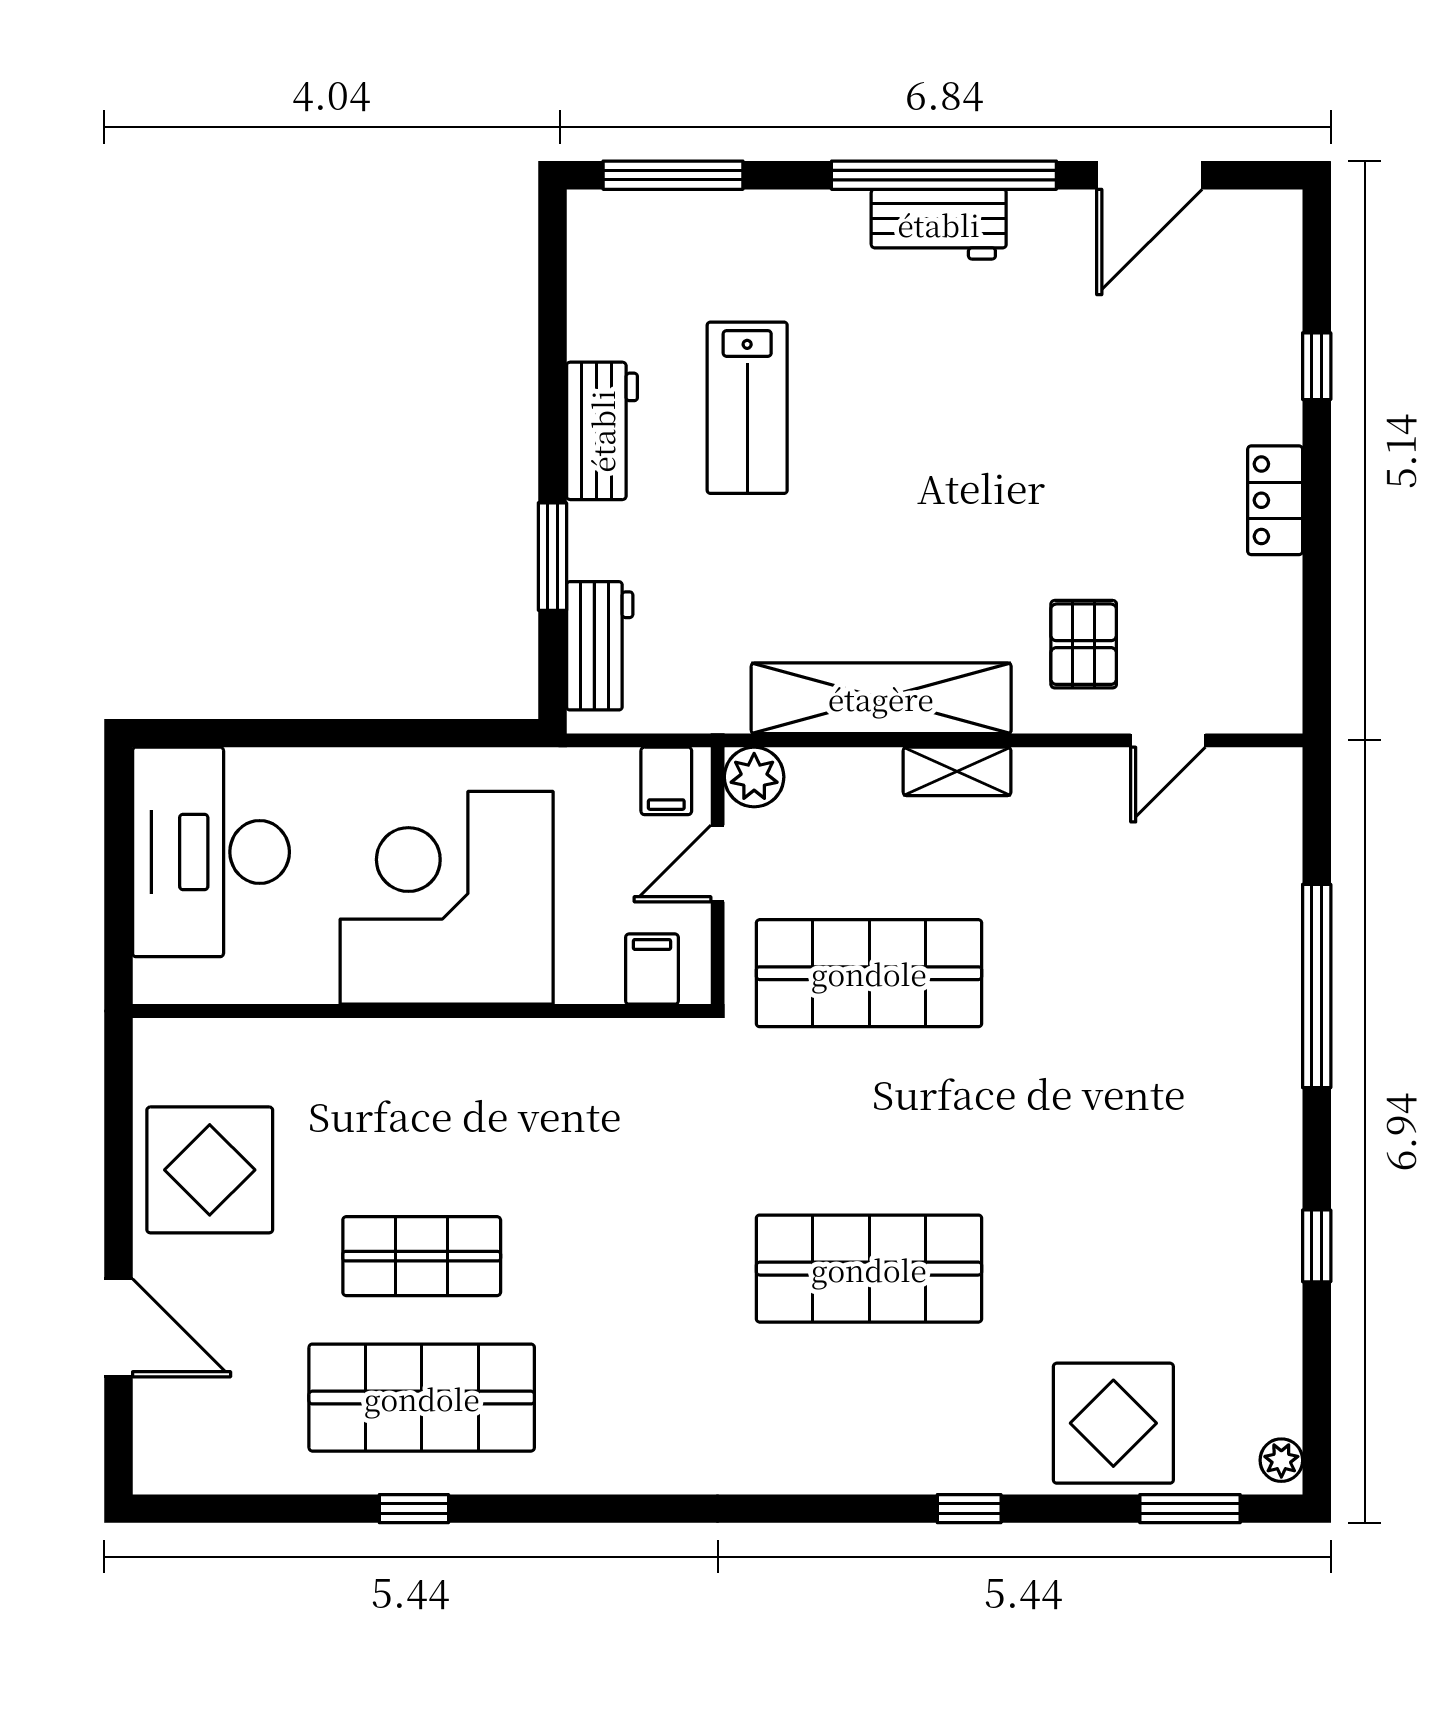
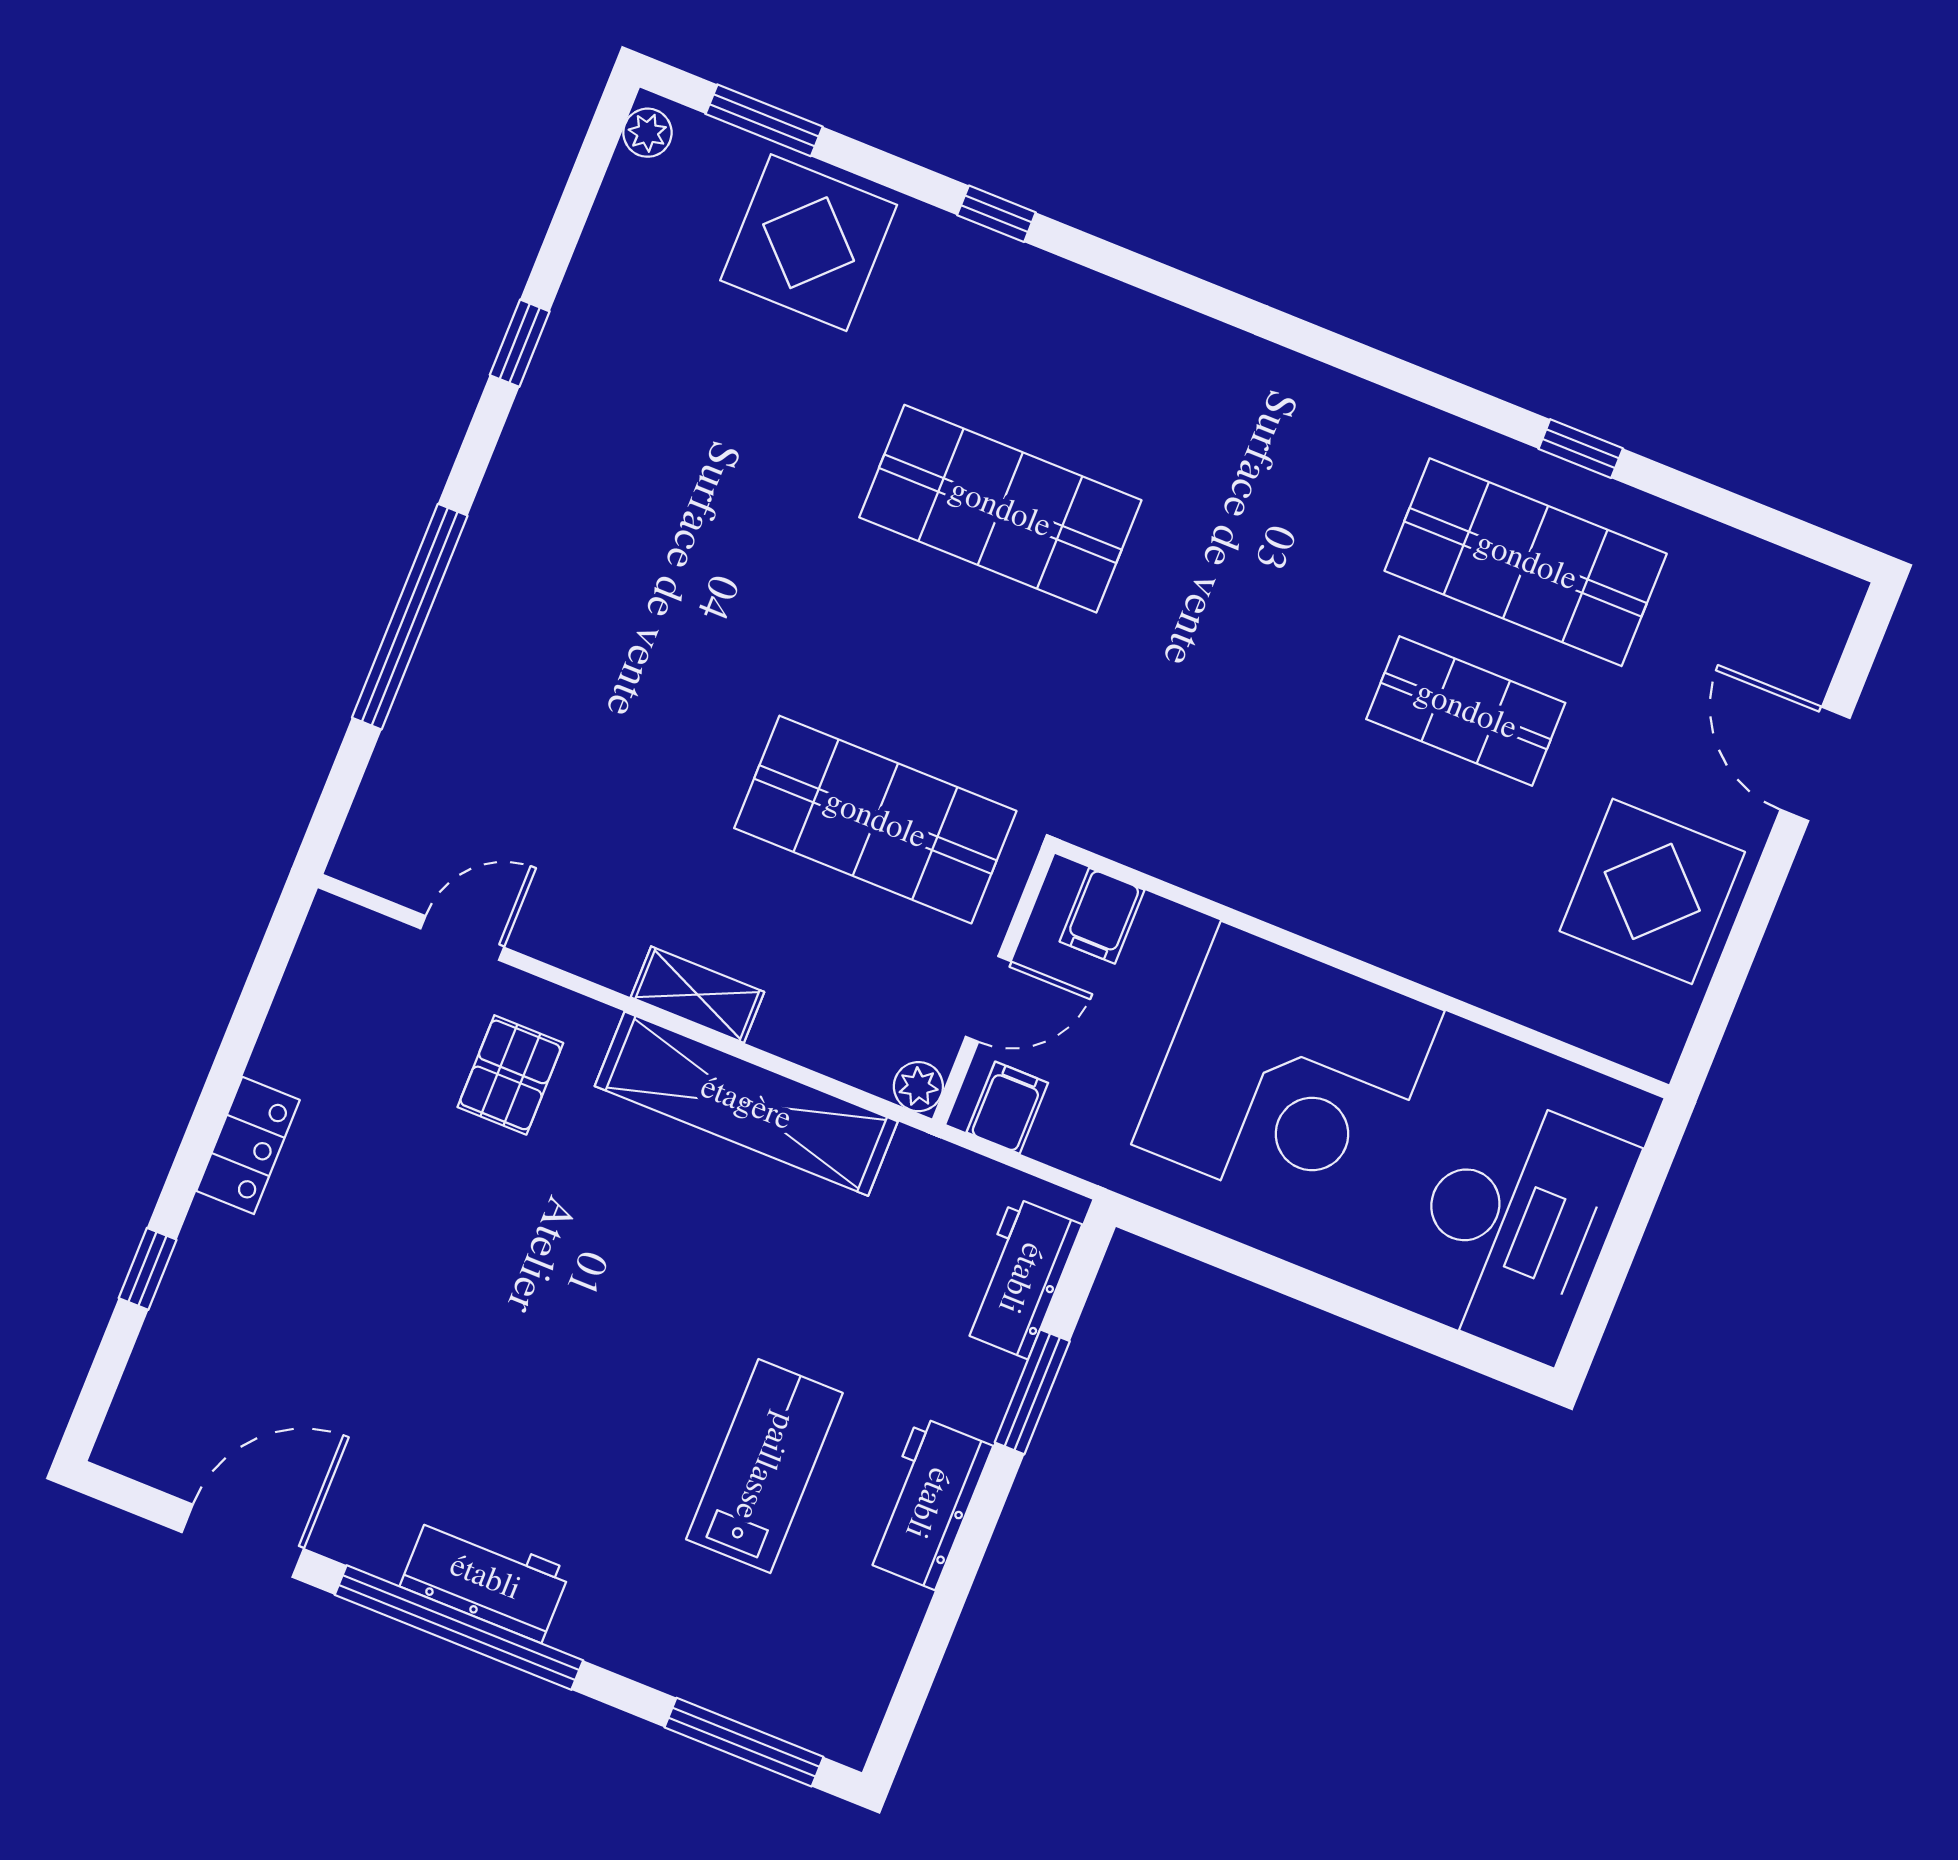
plant: (754, 777) -> (918, 1087), width x0.73, depth x0.73

